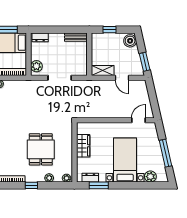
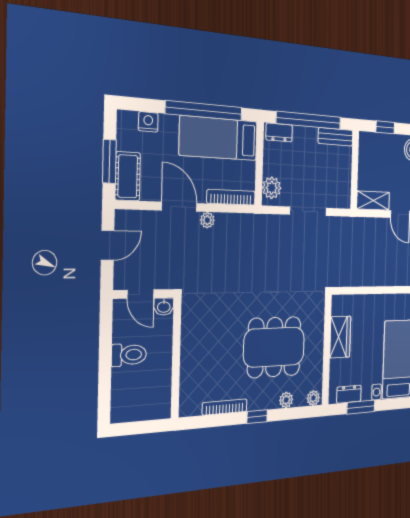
window: (58, 30) -> (309, 120), added
dining table: (41, 149) -> (274, 347), width x1.38

